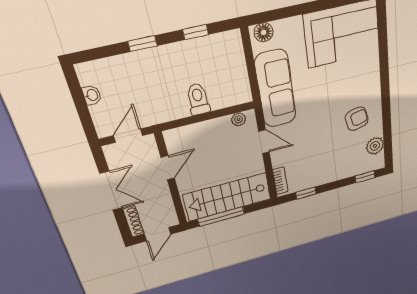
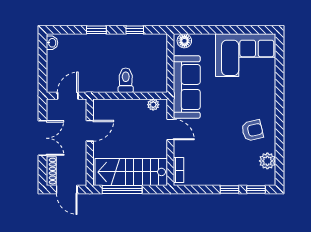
washbasin: (92, 95) -> (52, 43), moved
window: (306, 193) -> (229, 189), moved
door: (158, 234) -> (67, 189), hinge flipped

